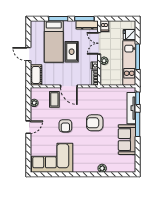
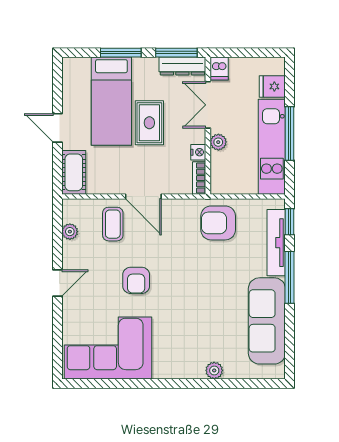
armchair: (95, 123) -> (218, 223), moved
sofa: (127, 140) -> (267, 321), width x1.36

